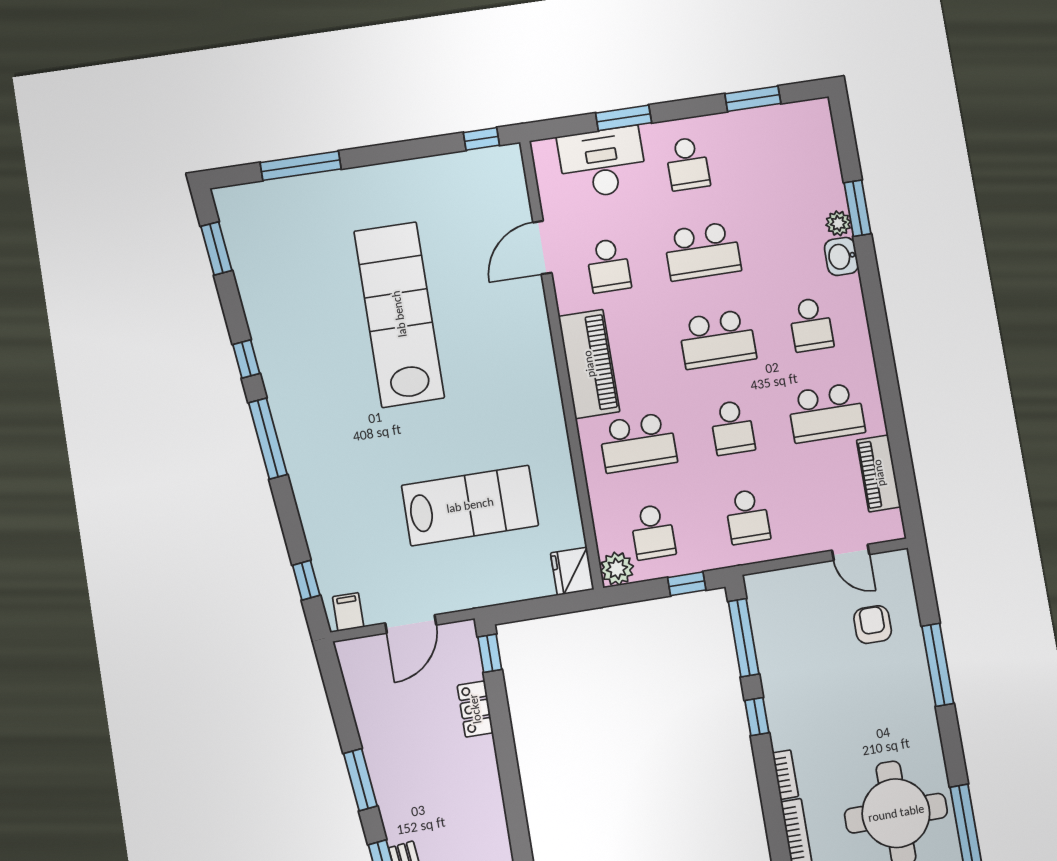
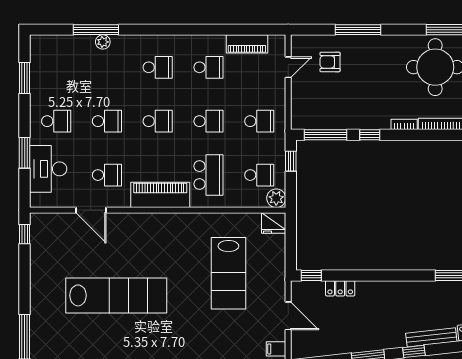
window: (858, 208) -> (96, 30), width x1.44
school desk: (702, 251) -> (107, 121), width x0.54
washbasin: (841, 256) -> (122, 43), removed
lab bench: (399, 314) -> (116, 295), turned 180
school desk: (717, 339) -> (158, 121), width x0.54
school desk: (826, 413) -> (208, 67), width x0.54
lab bench: (470, 505) -> (228, 273), turned 180

